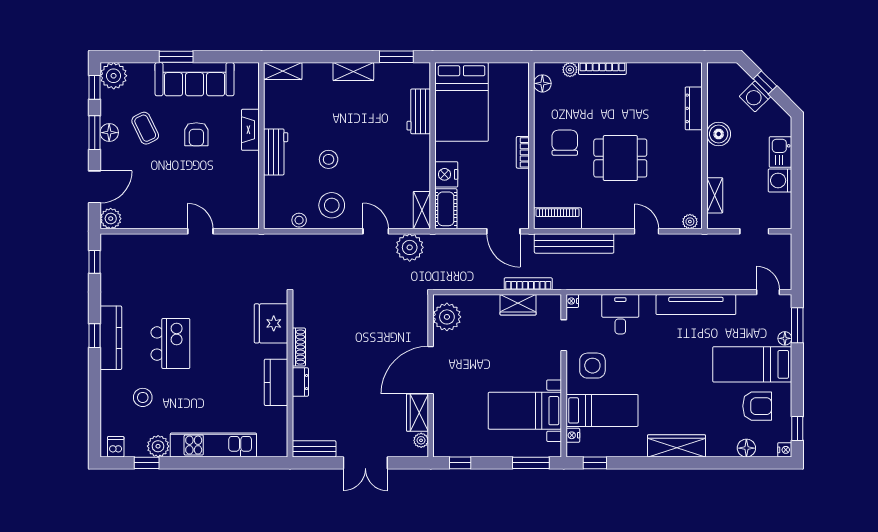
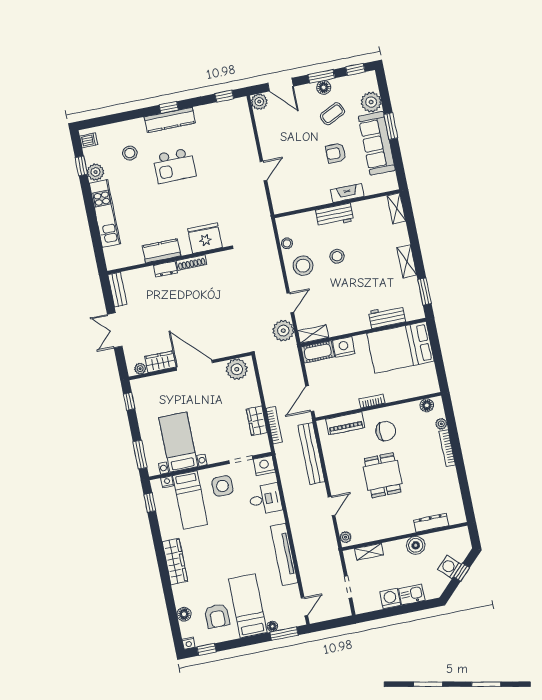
plant: (114, 76) -> (371, 102), moved
piano: (558, 218) -> (345, 423), moved, turned 90
nightstand: (572, 301) -> (264, 466), width x1.89, depth x1.79

